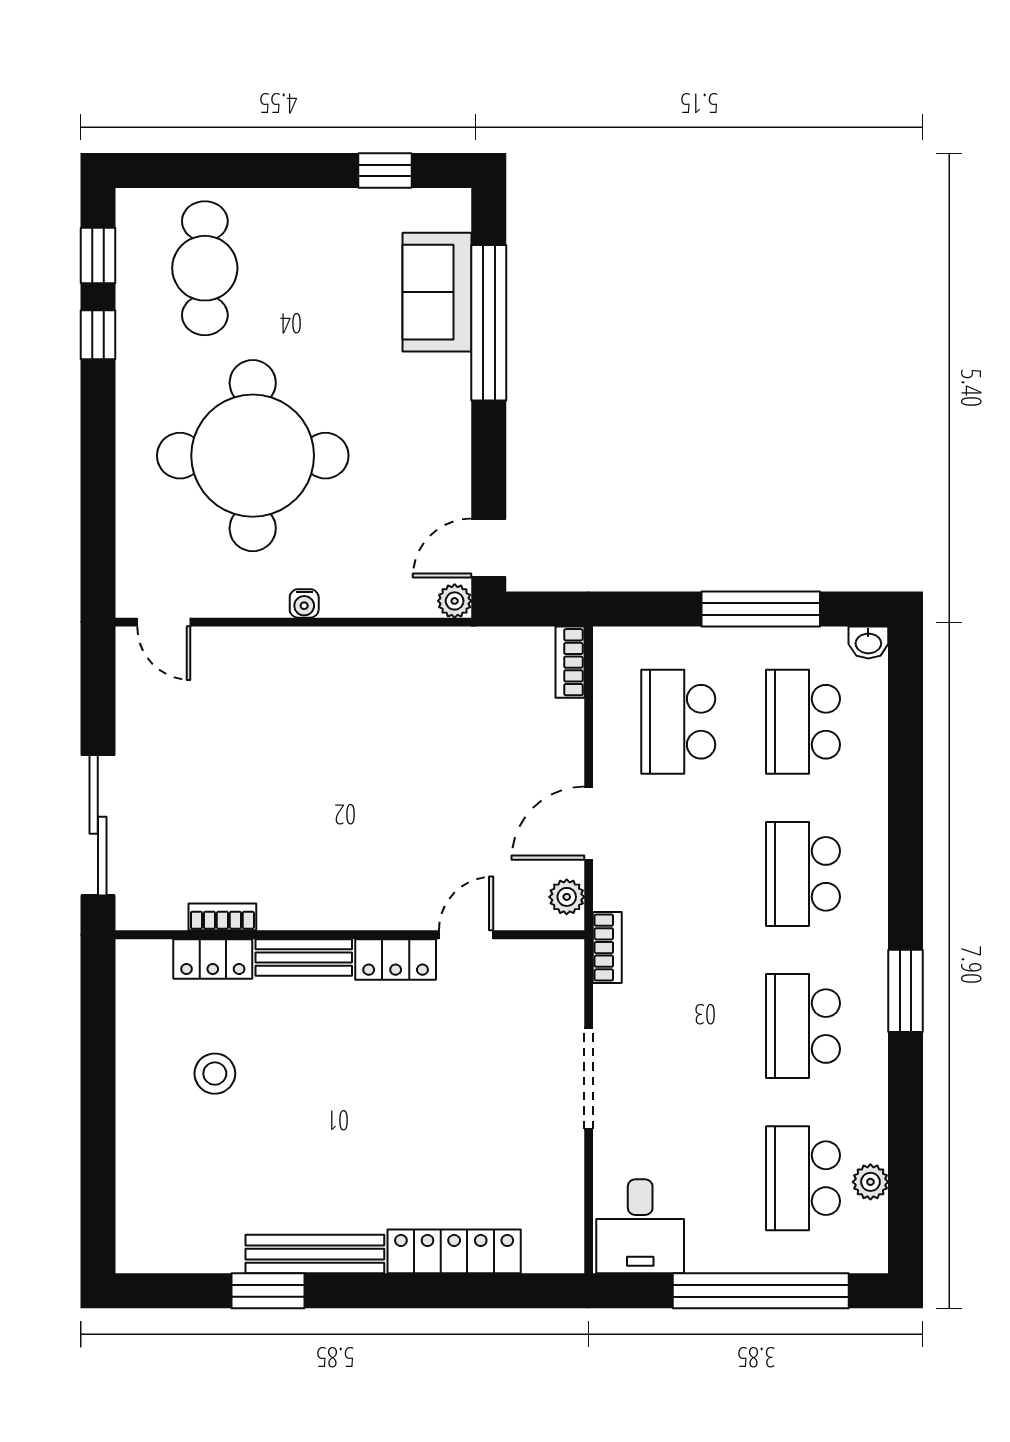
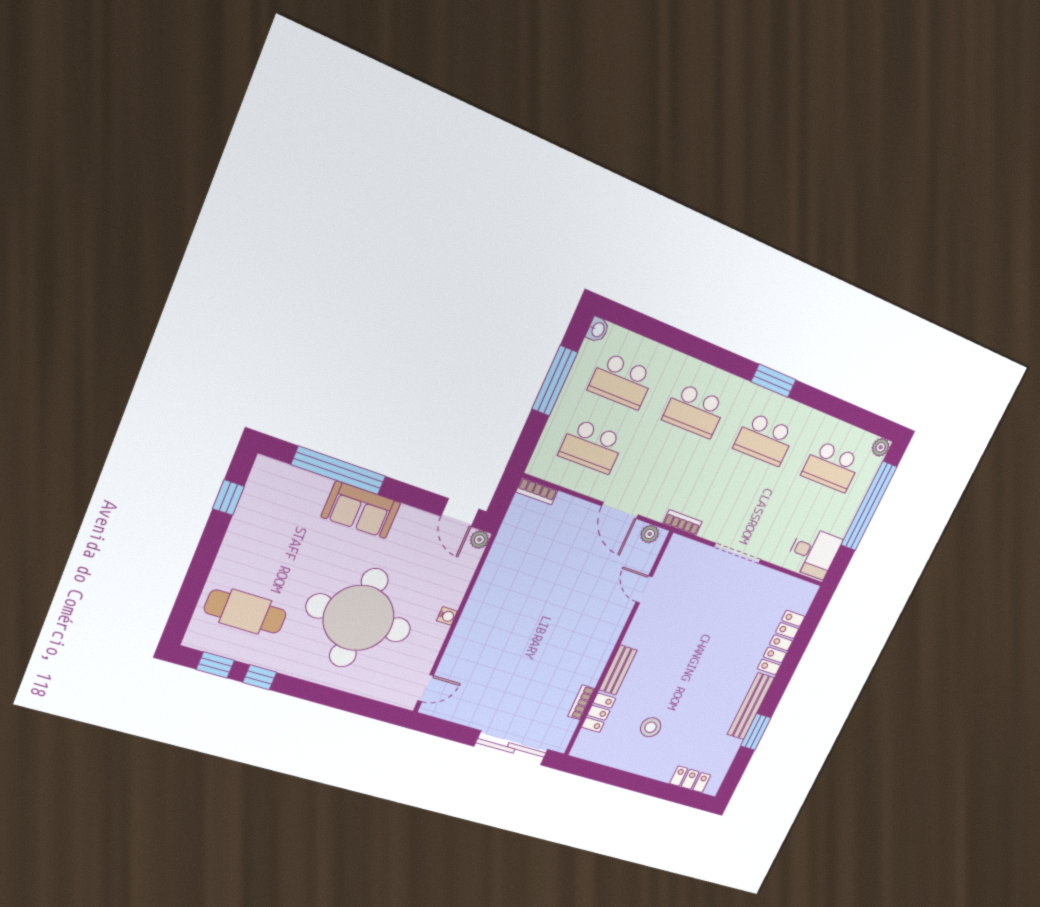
sofa: (437, 292) -> (361, 510), moved
locker: (396, 959) -> (690, 779), moved, turned -90
plant: (870, 1182) -> (881, 447), moved

